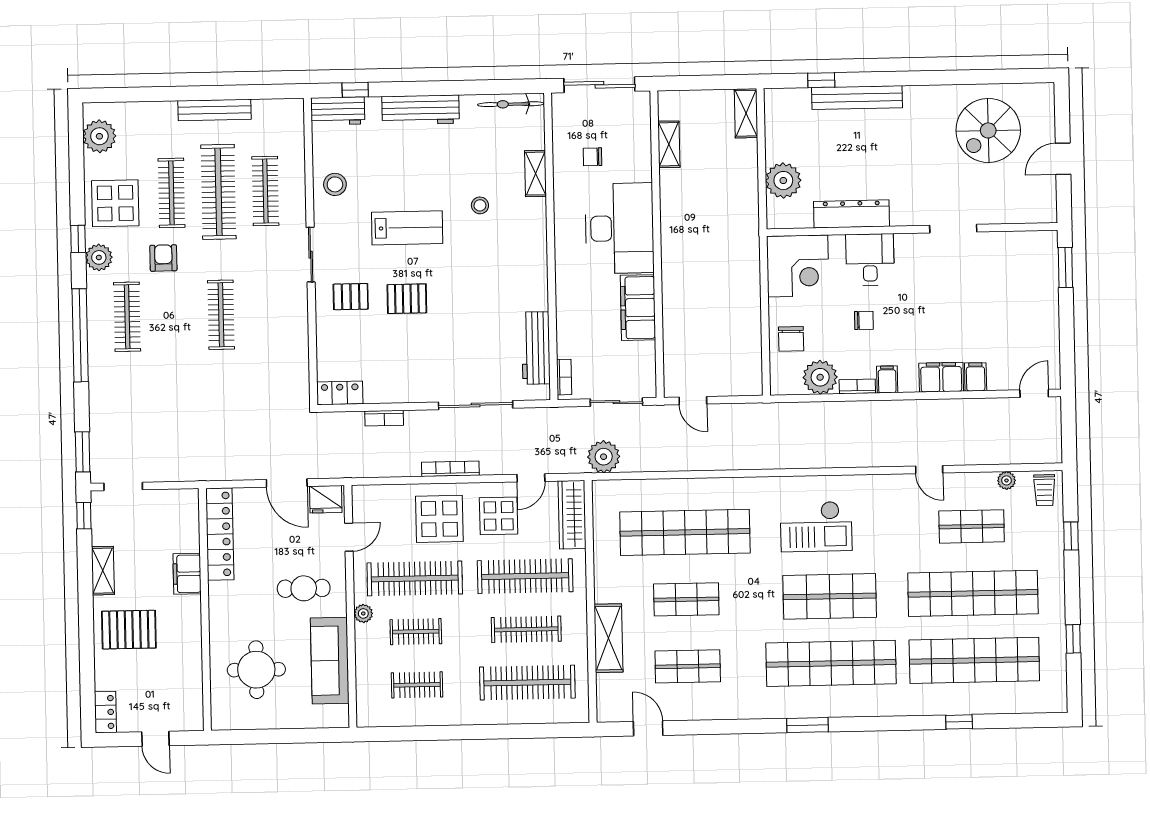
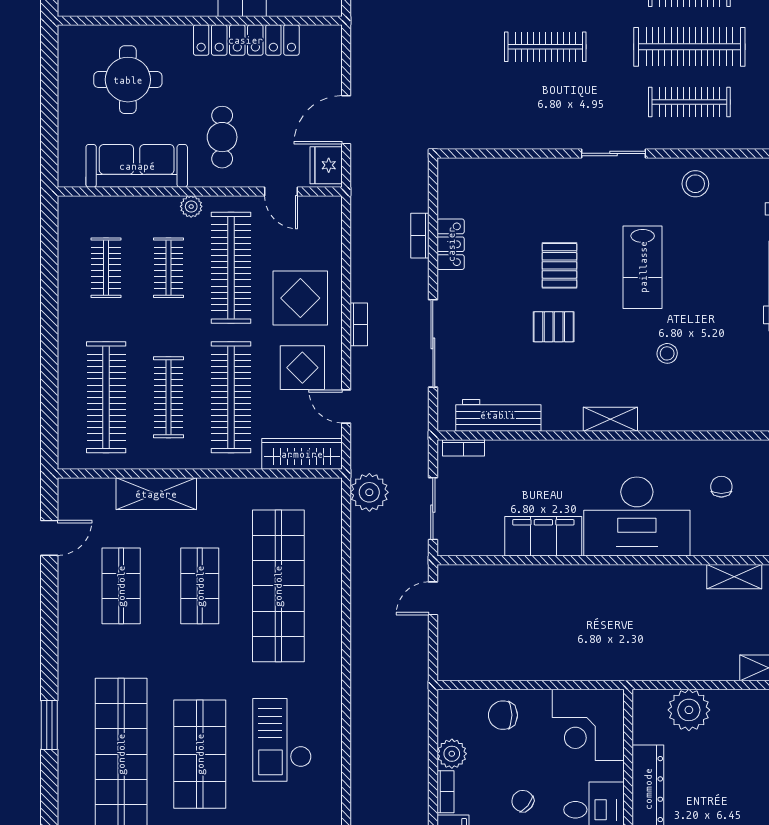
shelving: (535, 174) -> (610, 419), moved
pallet: (351, 297) -> (554, 327), moved, turned 90
chair: (864, 320) -> (523, 801), turned 129
plant: (820, 377) -> (452, 754), width x0.73, depth x0.73
locker: (340, 393) -> (451, 244), moved
bookcase: (450, 469) -> (359, 324), width x0.64
locker: (220, 534) -> (246, 40), moved

